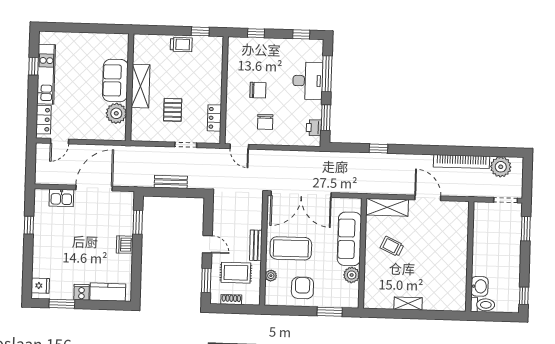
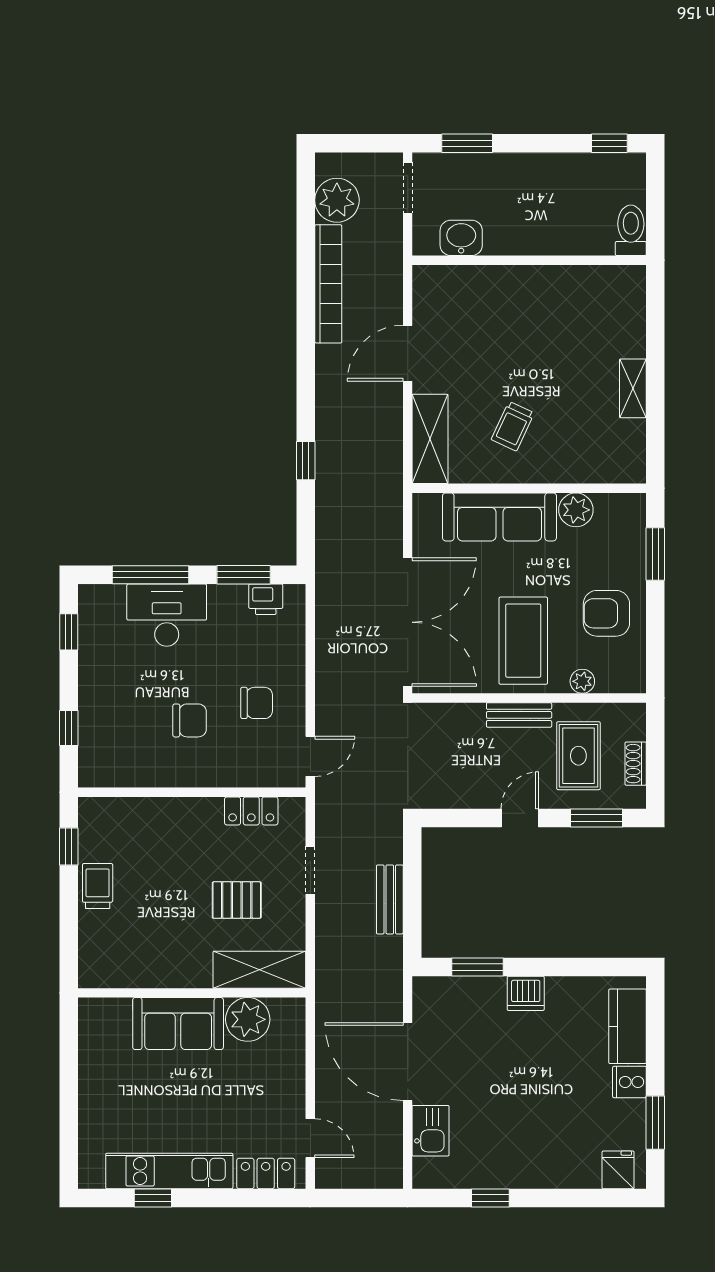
shelving: (141, 86) -> (259, 970), moved
chair: (258, 90) -> (190, 720), turned 90
washbasin: (479, 286) -> (461, 238), moved

